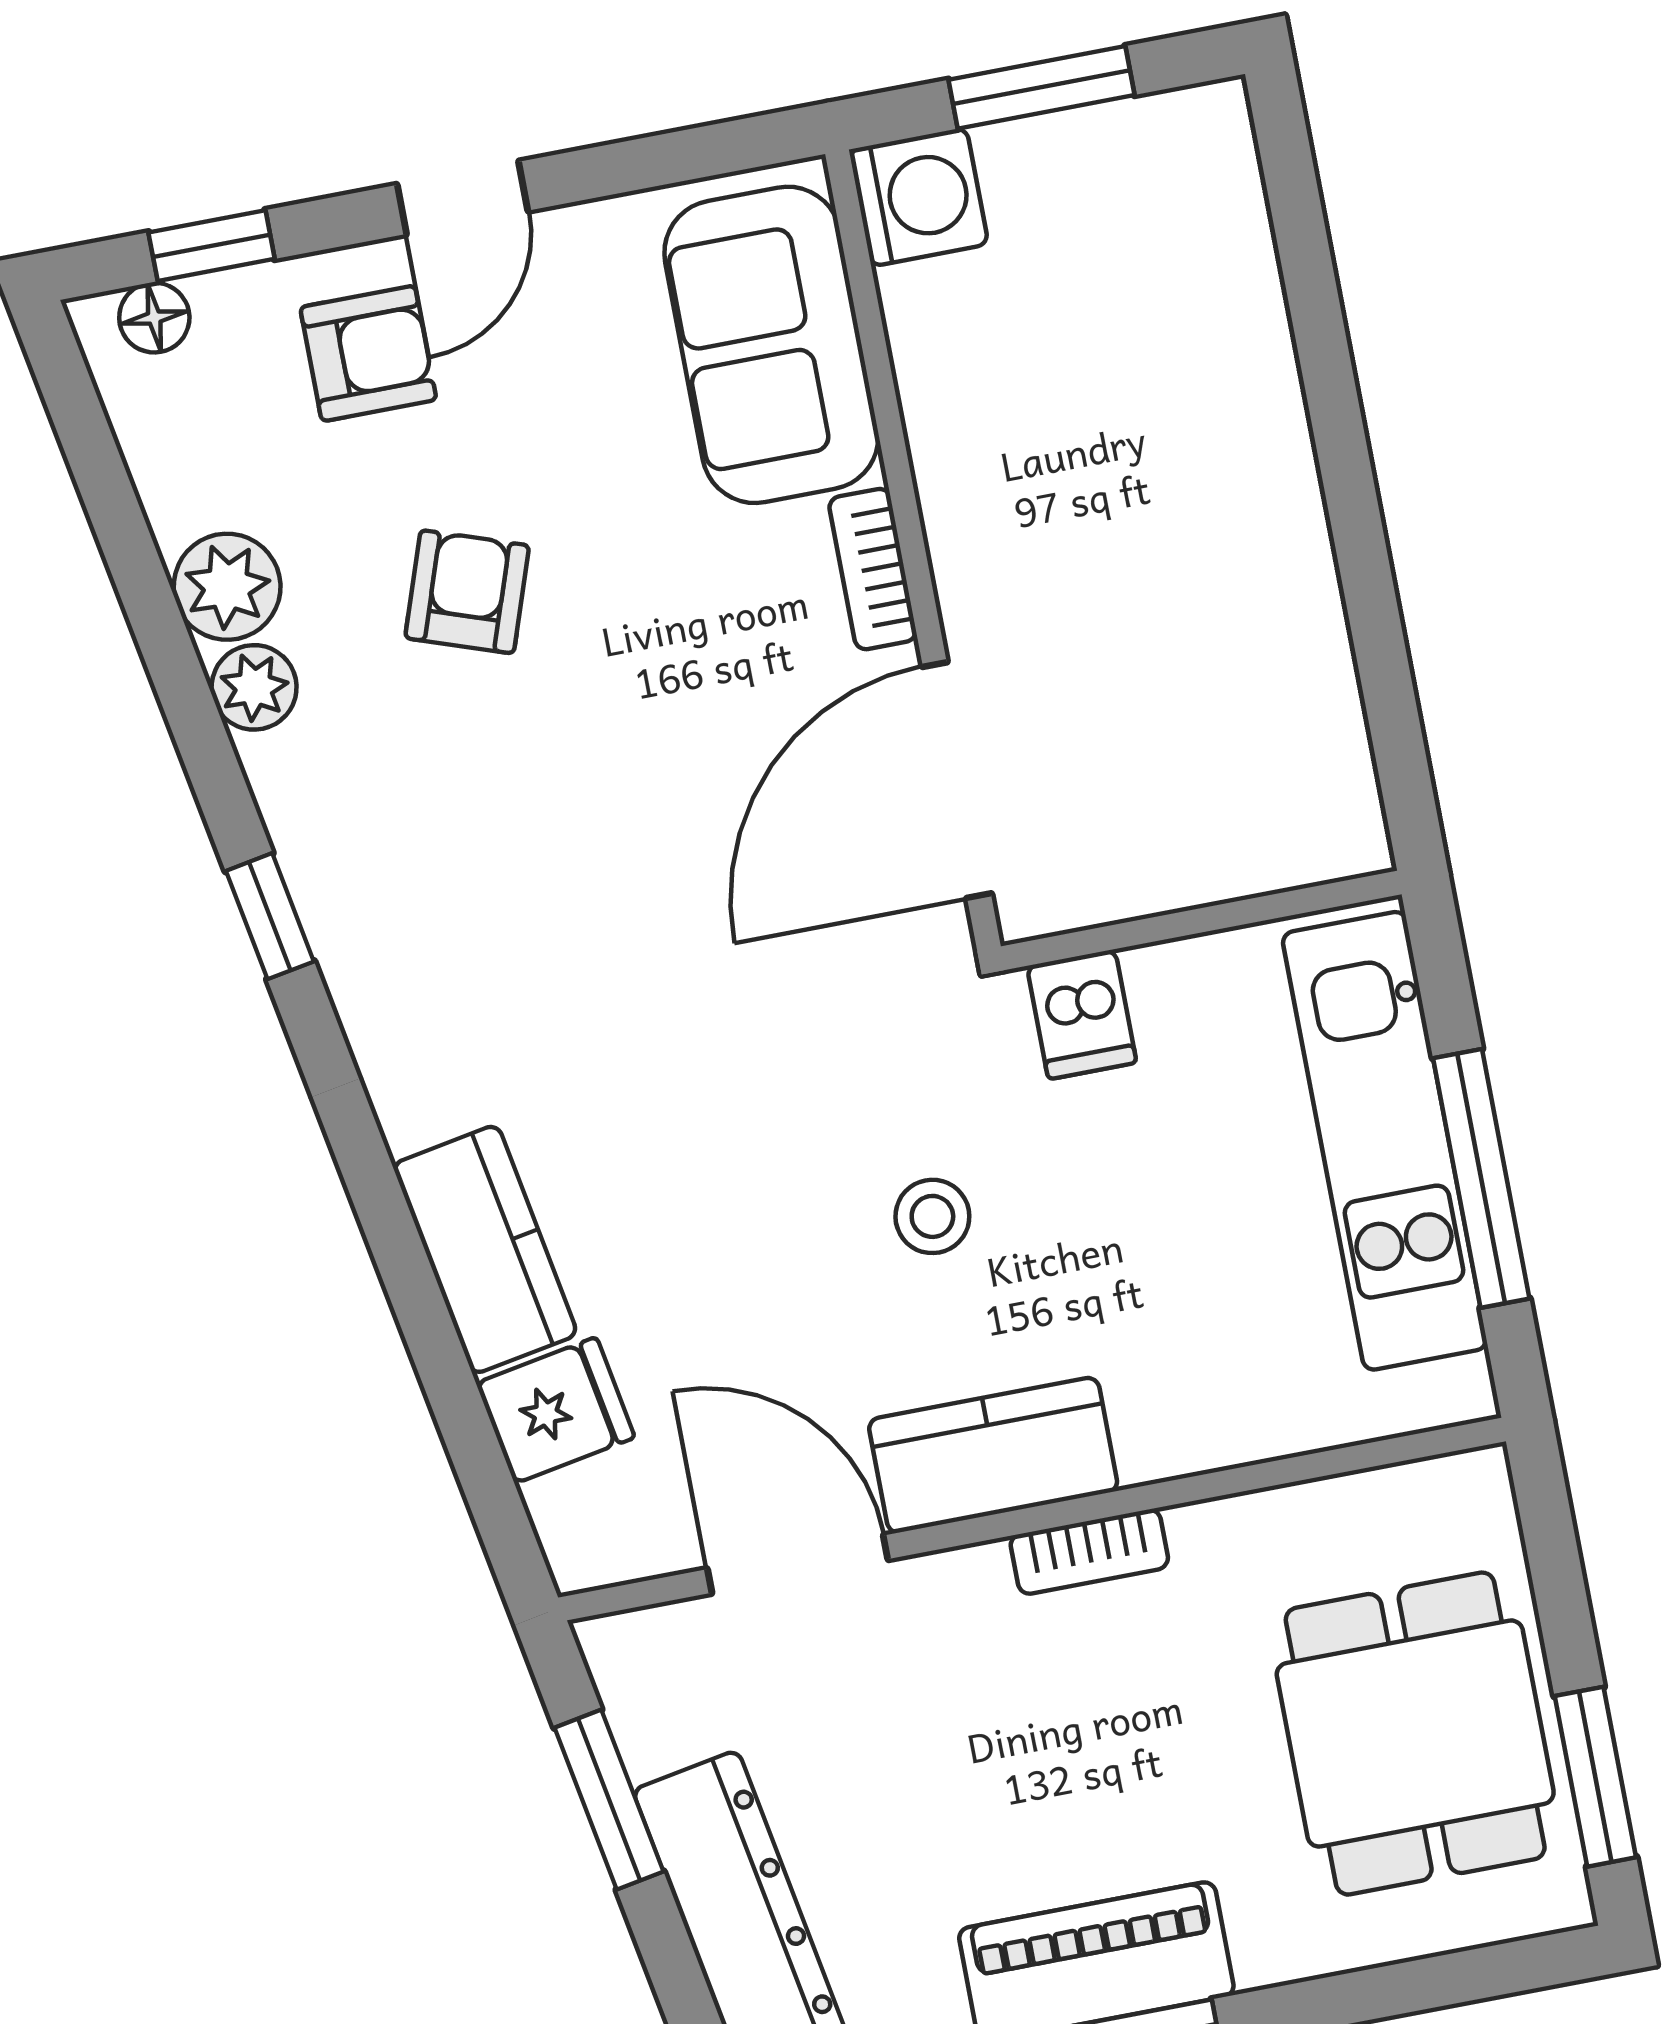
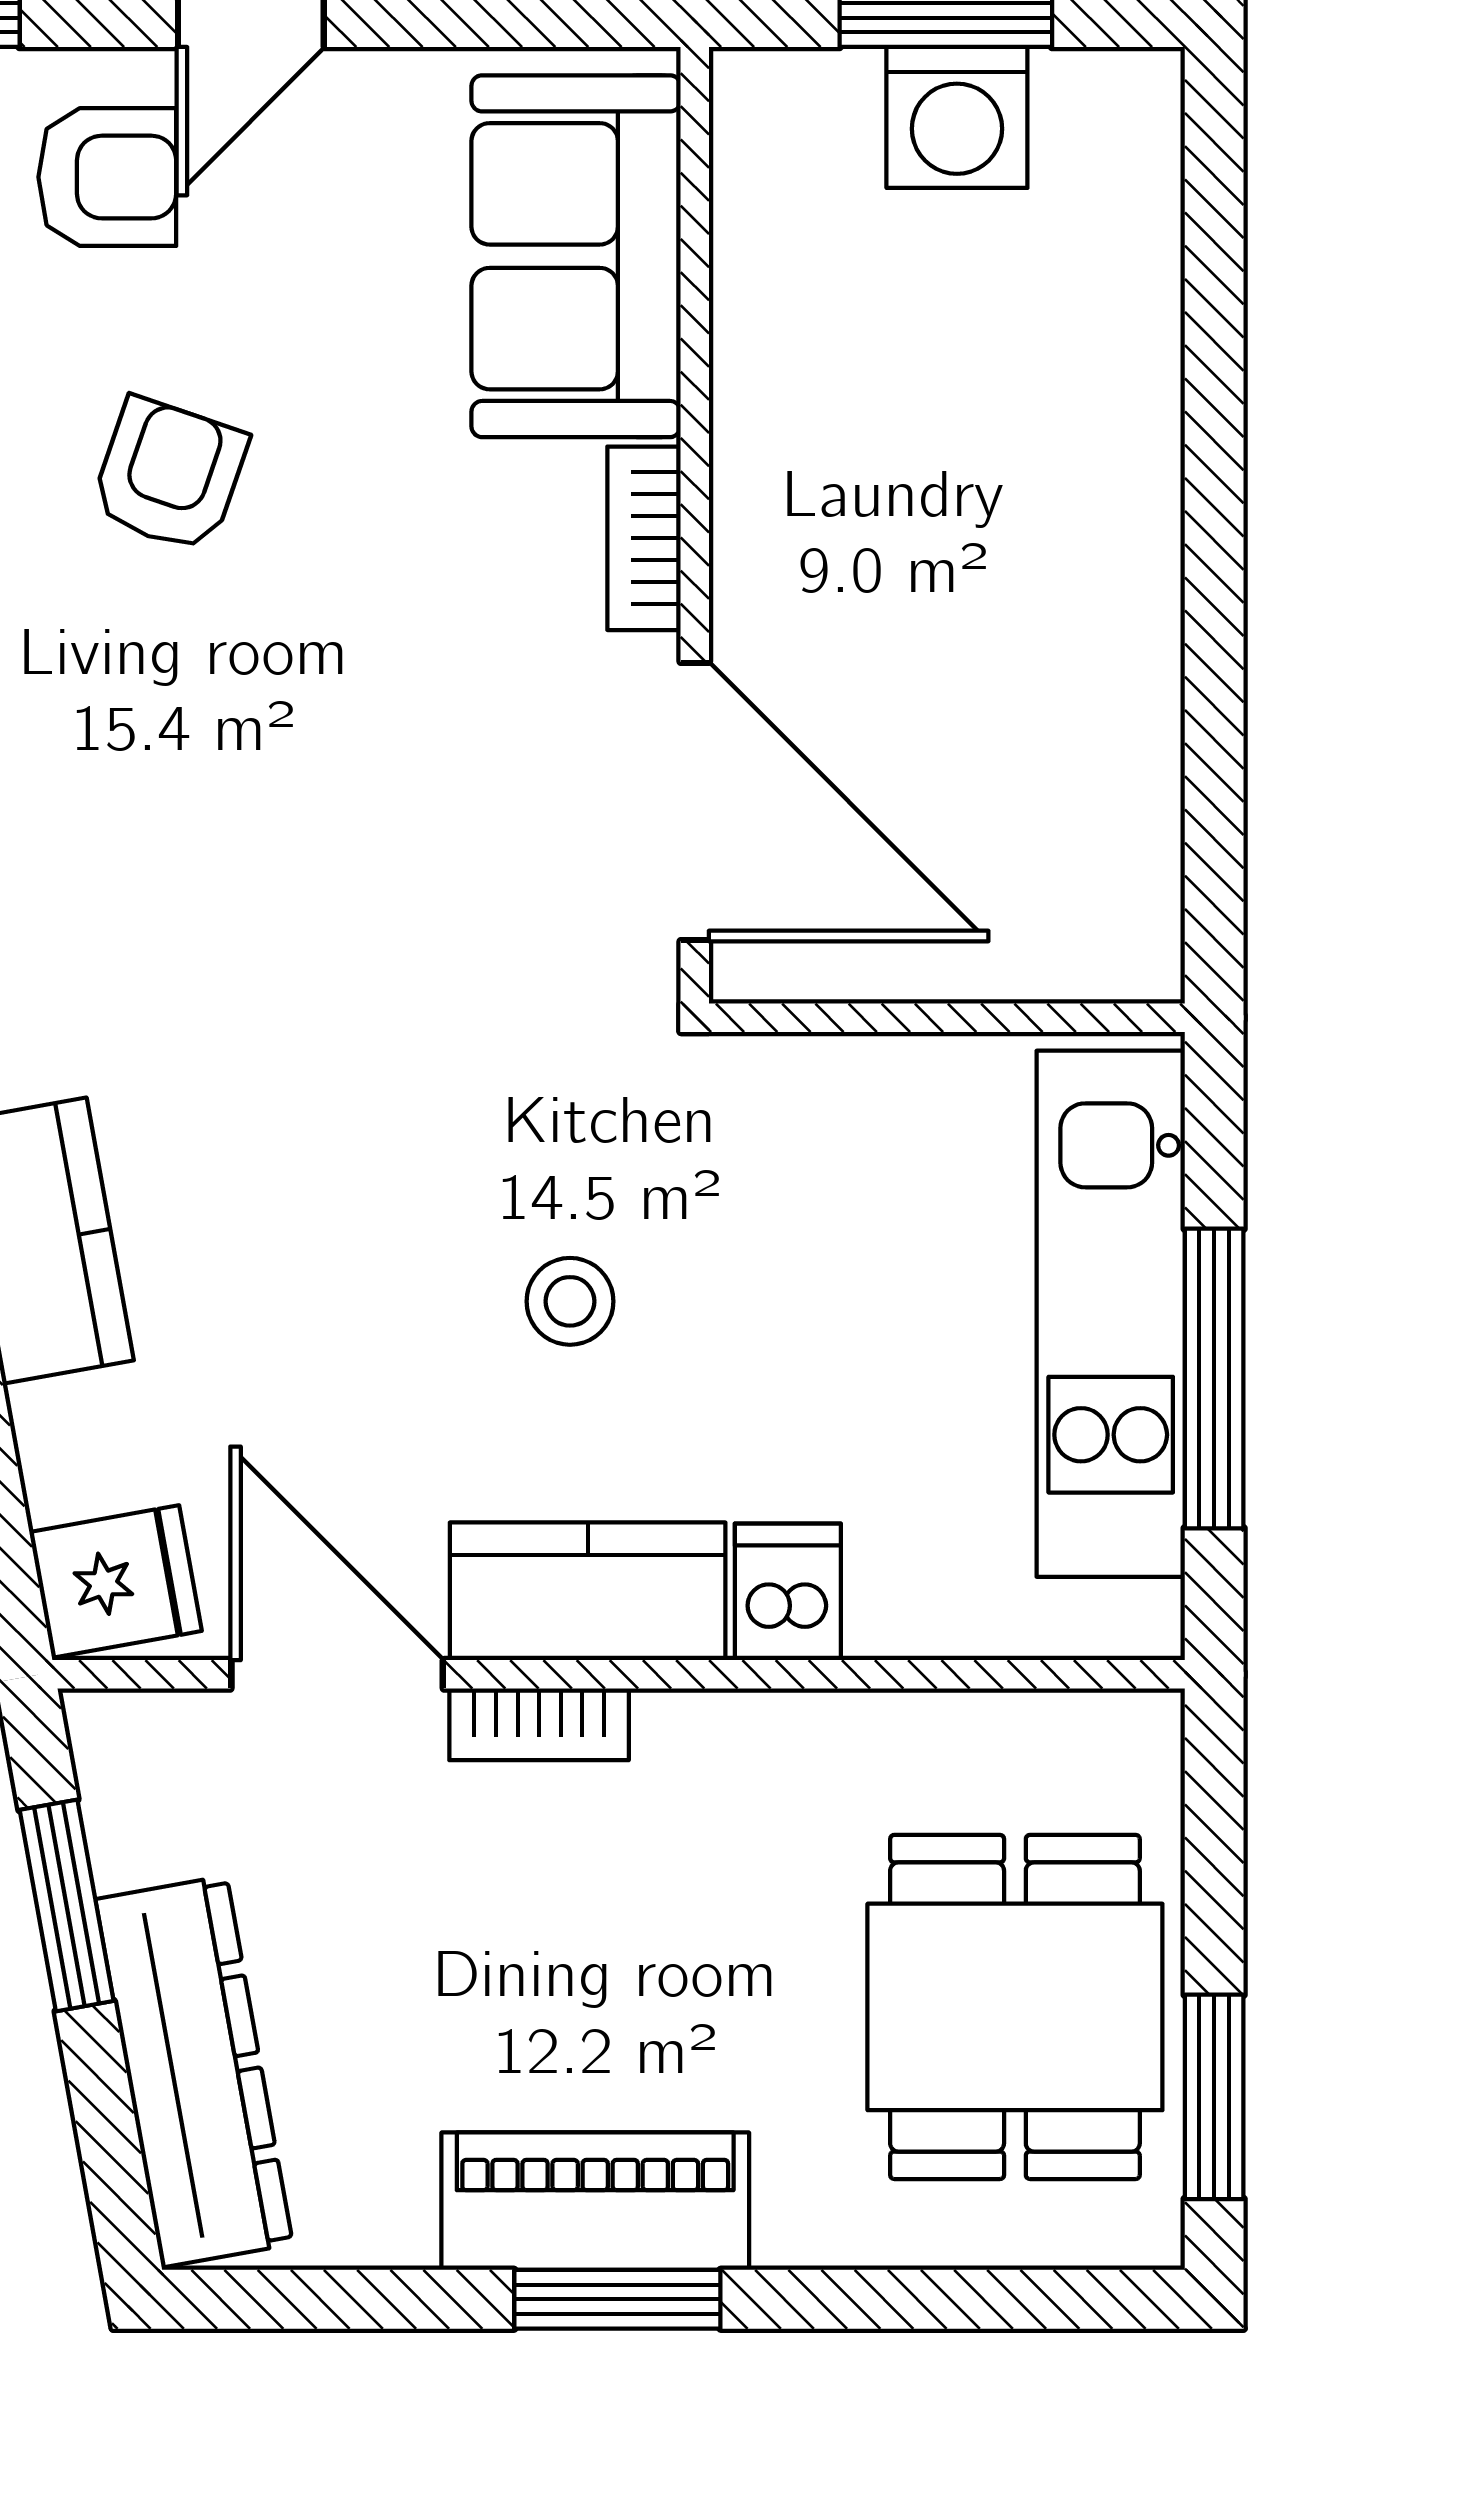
washing machine: (919, 197) -> (957, 117), moved, turned 90
door: (957, 780) -> (695, 801), swing flipped
dishwasher: (1082, 1014) -> (788, 1592), moved, turned 180
fridge: (555, 1410) -> (115, 1582), moved
bookcase: (1089, 1552) -> (539, 1724), moved

